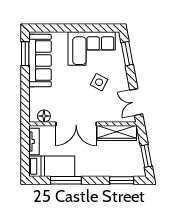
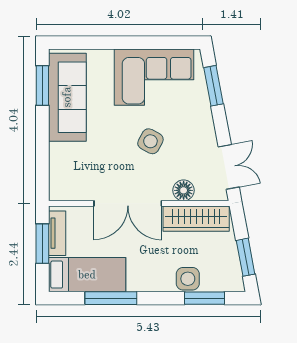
side table: (99, 82) -> (150, 141), moved
double door: (136, 102) -> (229, 167), swing flipped
floor lamp: (44, 116) -> (184, 190), moved
window: (25, 148) -> (42, 244), added
side table: (112, 169) -> (188, 279), added

